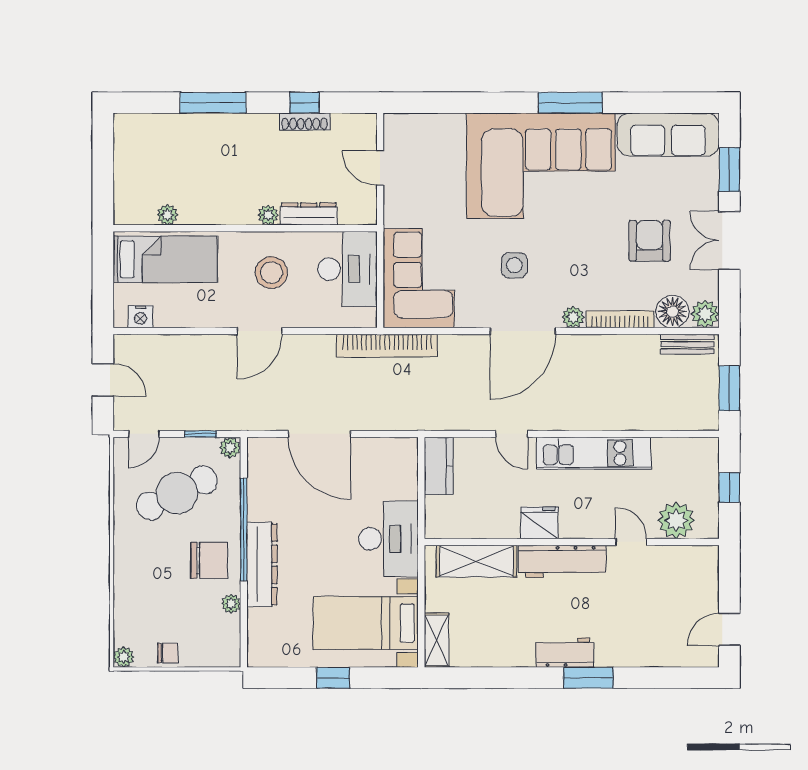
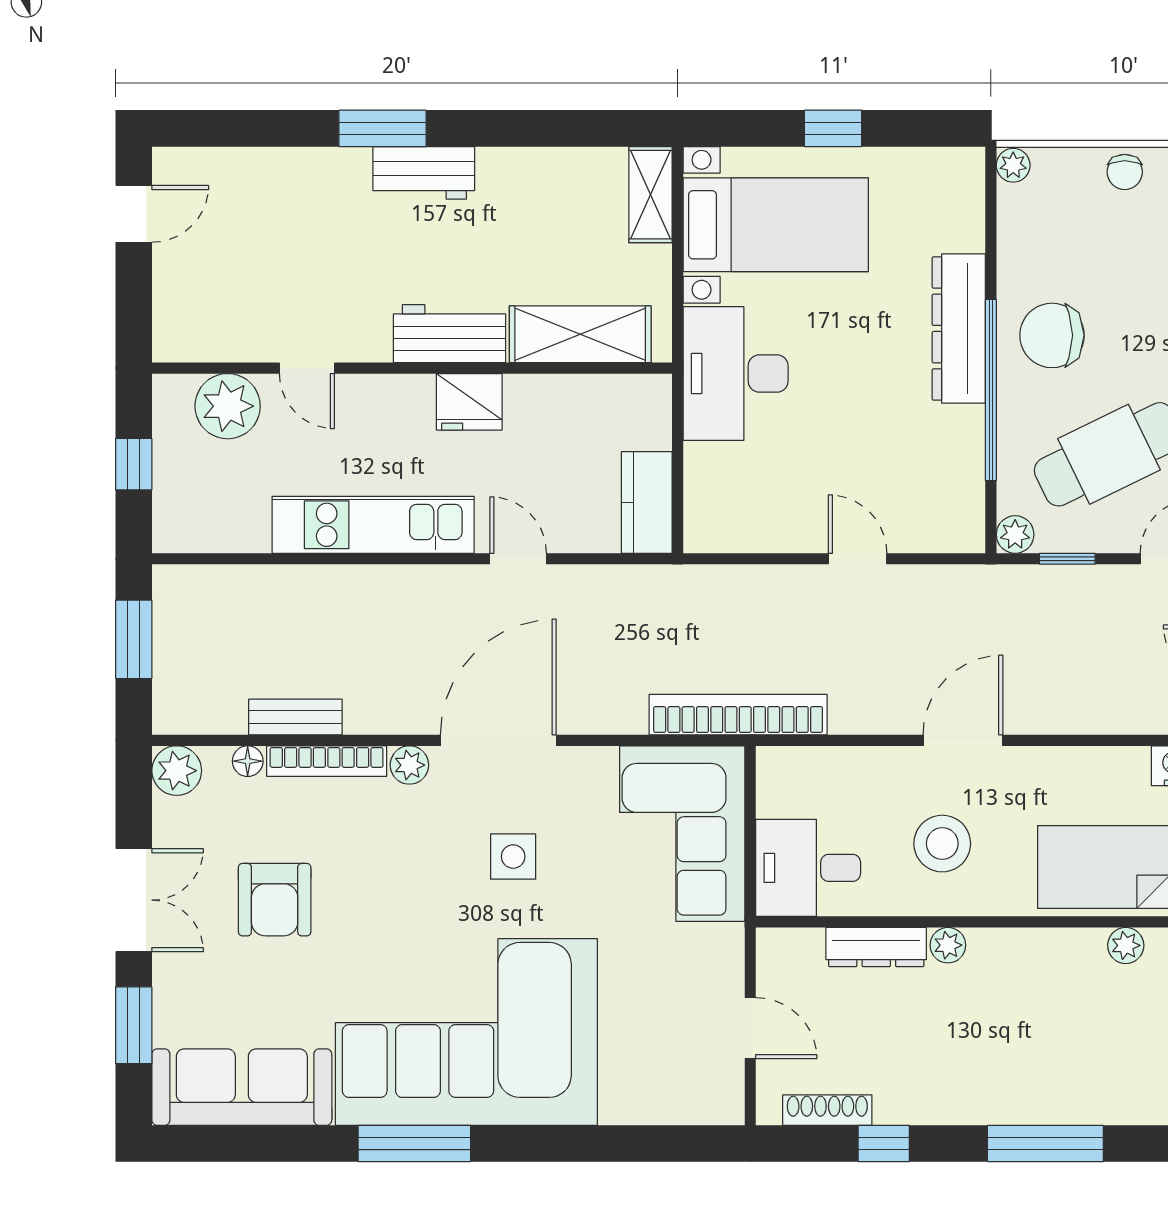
shoe rack: (305, 122) -> (827, 1110), moved
desk: (347, 269) -> (808, 868), width x0.73
floor lamp: (672, 312) -> (248, 761), width x0.53, depth x0.53
bench: (687, 344) -> (295, 717), moved
door: (319, 434) -> (858, 559), width x0.53
workbench: (562, 561) -> (450, 334), width x0.73
plant: (231, 604) -> (1013, 165), moved
chair: (168, 653) -> (1125, 172), turned -90

